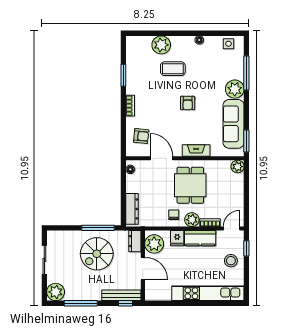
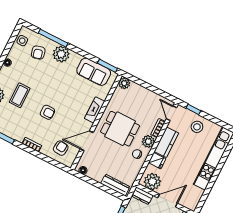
armchair: (225, 65) -> (38, 53), added
armchair: (188, 103) -> (47, 112), moved
sofa: (234, 124) -> (94, 72), width x0.73

